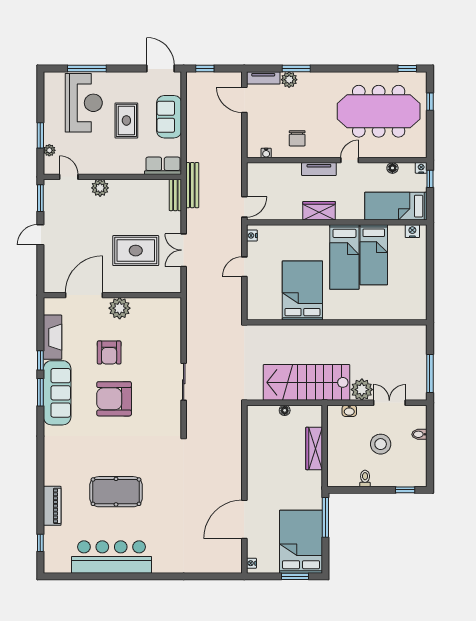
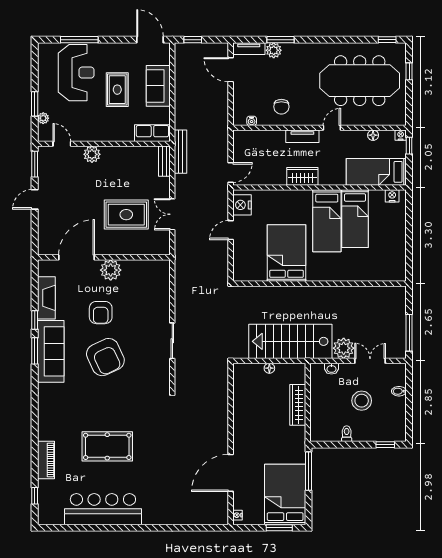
nightstand: (252, 236) -> (242, 205), width x1.89, depth x1.79
armchair: (114, 399) -> (105, 357), turned -115

